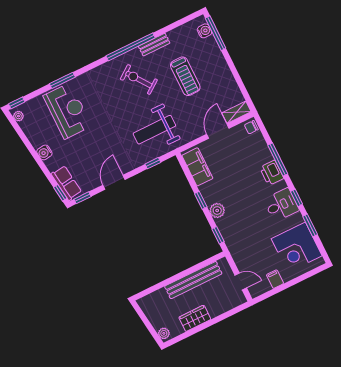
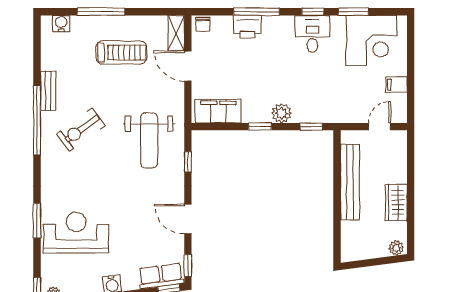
window: (216, 33) -> (101, 12), moved
treadmill: (185, 76) -> (121, 52), moved
printer: (272, 173) -> (247, 27), moved

